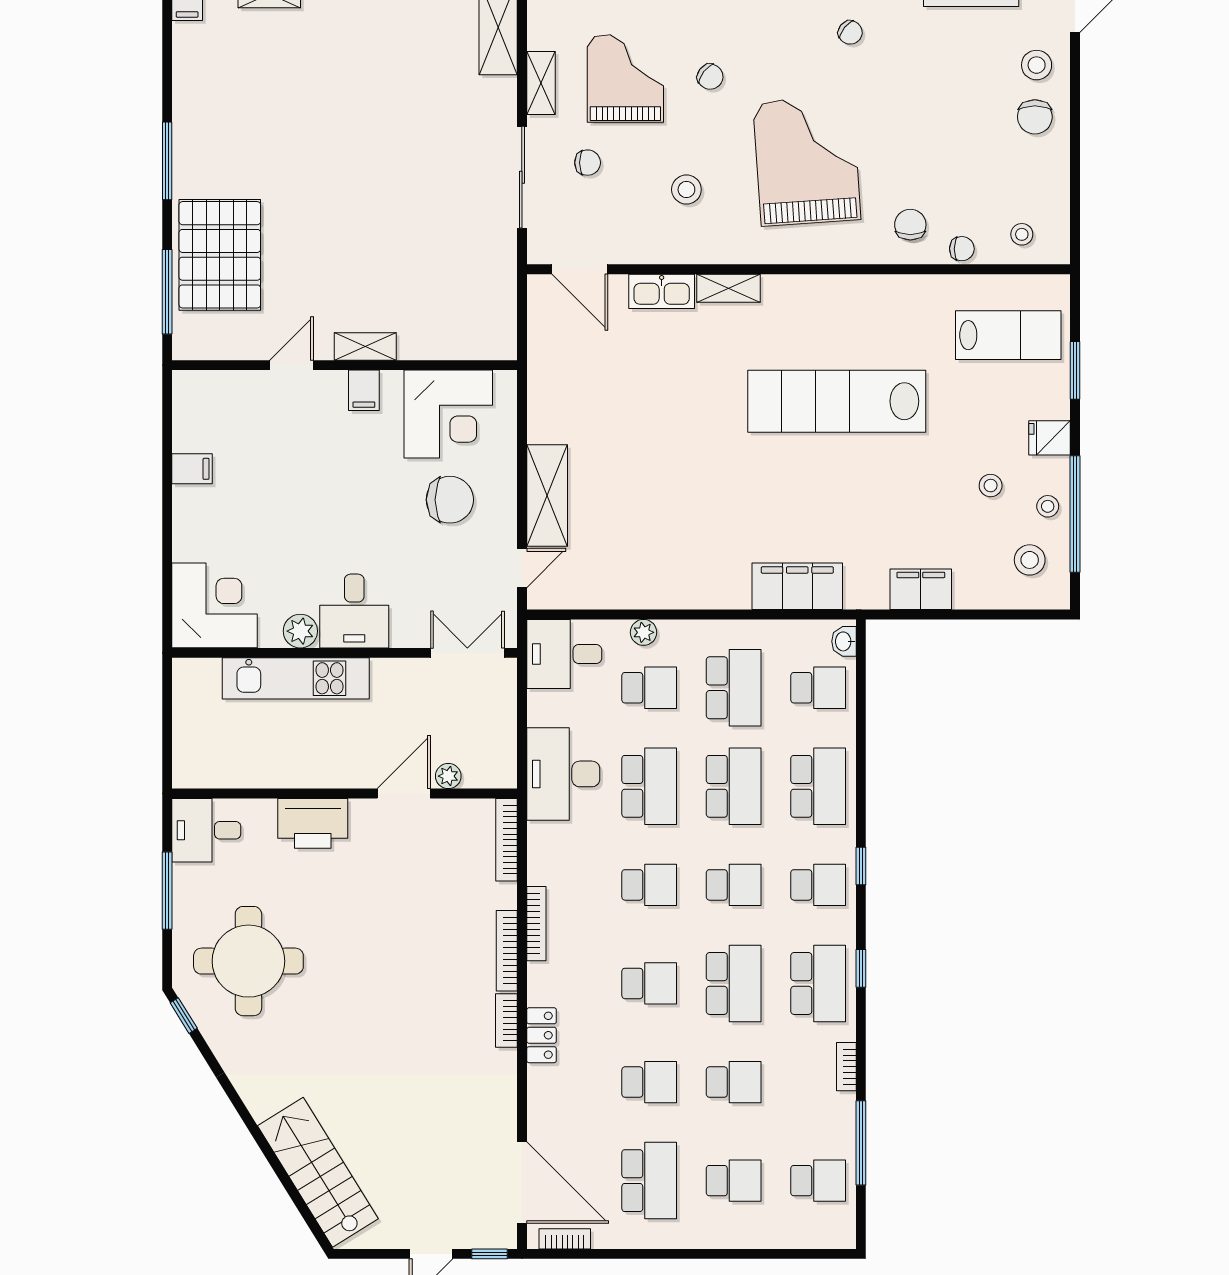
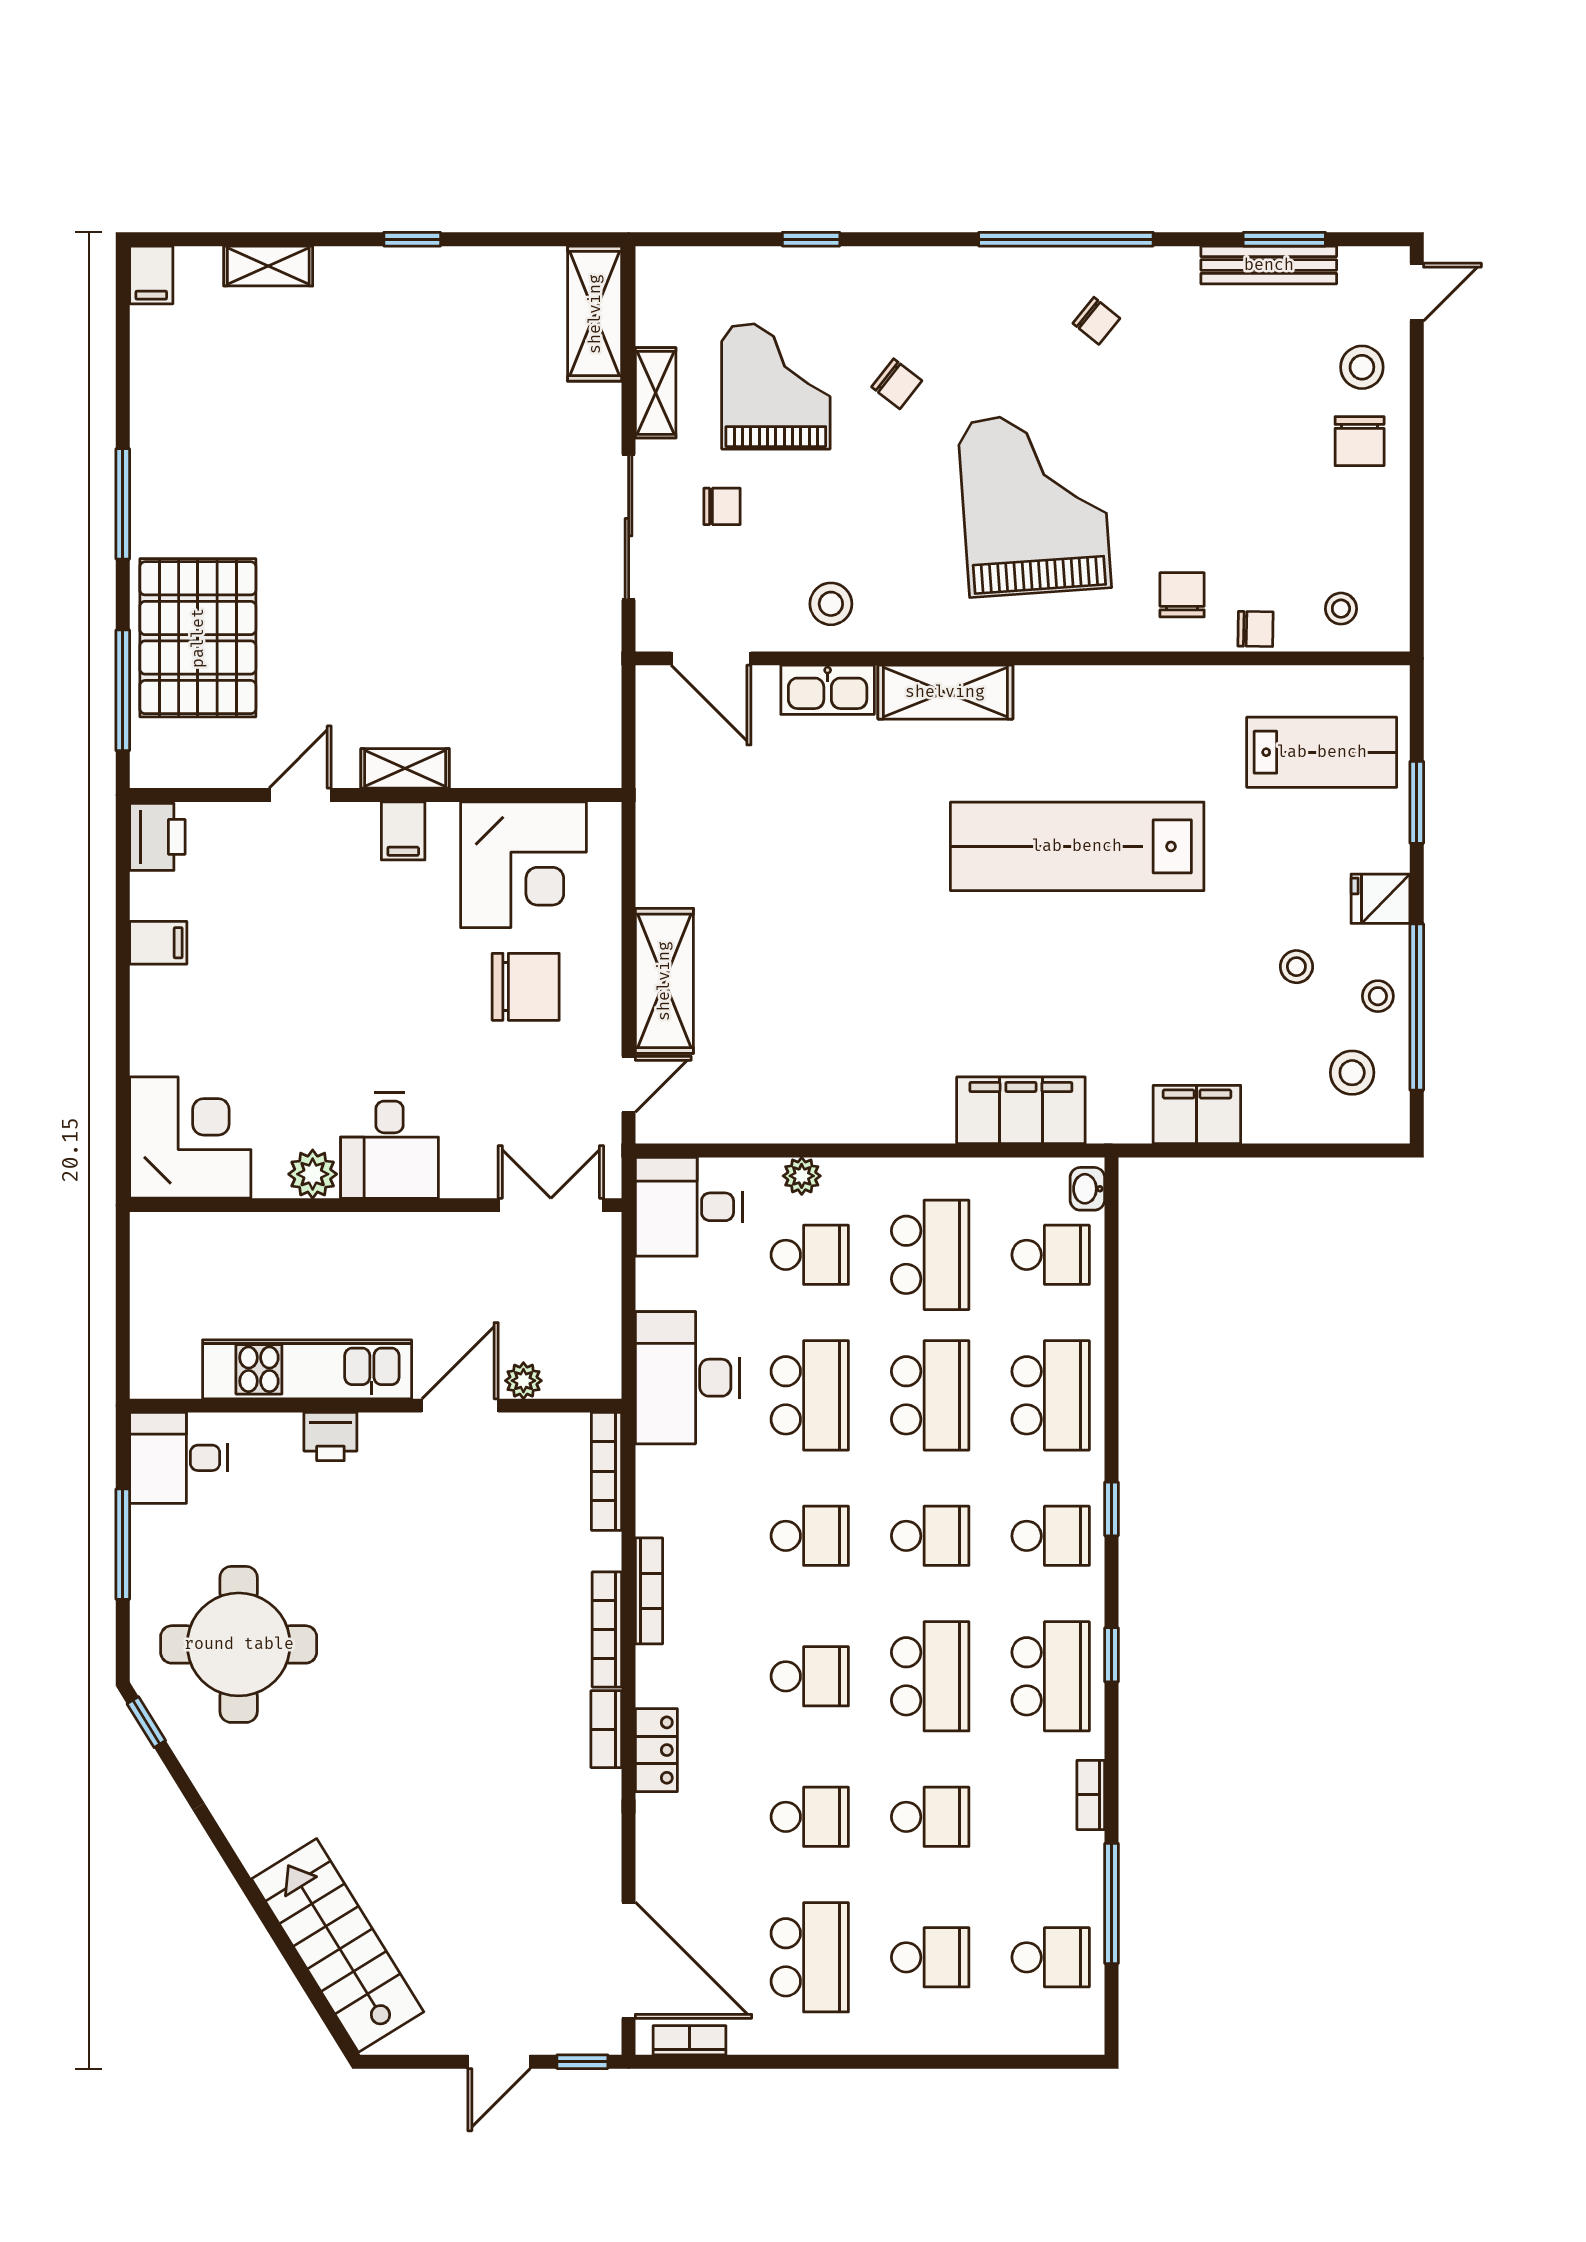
stool: (686, 190) -> (831, 604), moved
shelving: (729, 288) -> (945, 692), width x1.50, depth x1.33
printer: (191, 395) -> (157, 837), added
kitchen unit: (296, 678) -> (307, 1369), moved, turned 180
printer: (313, 823) -> (330, 1437), width x0.53, depth x0.68

